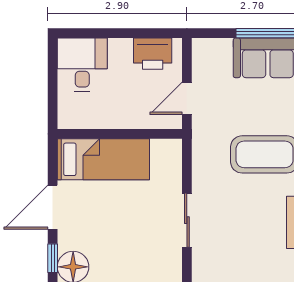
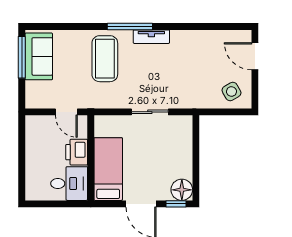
printer: (153, 54) -> (77, 152), moved, turned 180
desk: (82, 65) -> (69, 184), moved, turned 180

